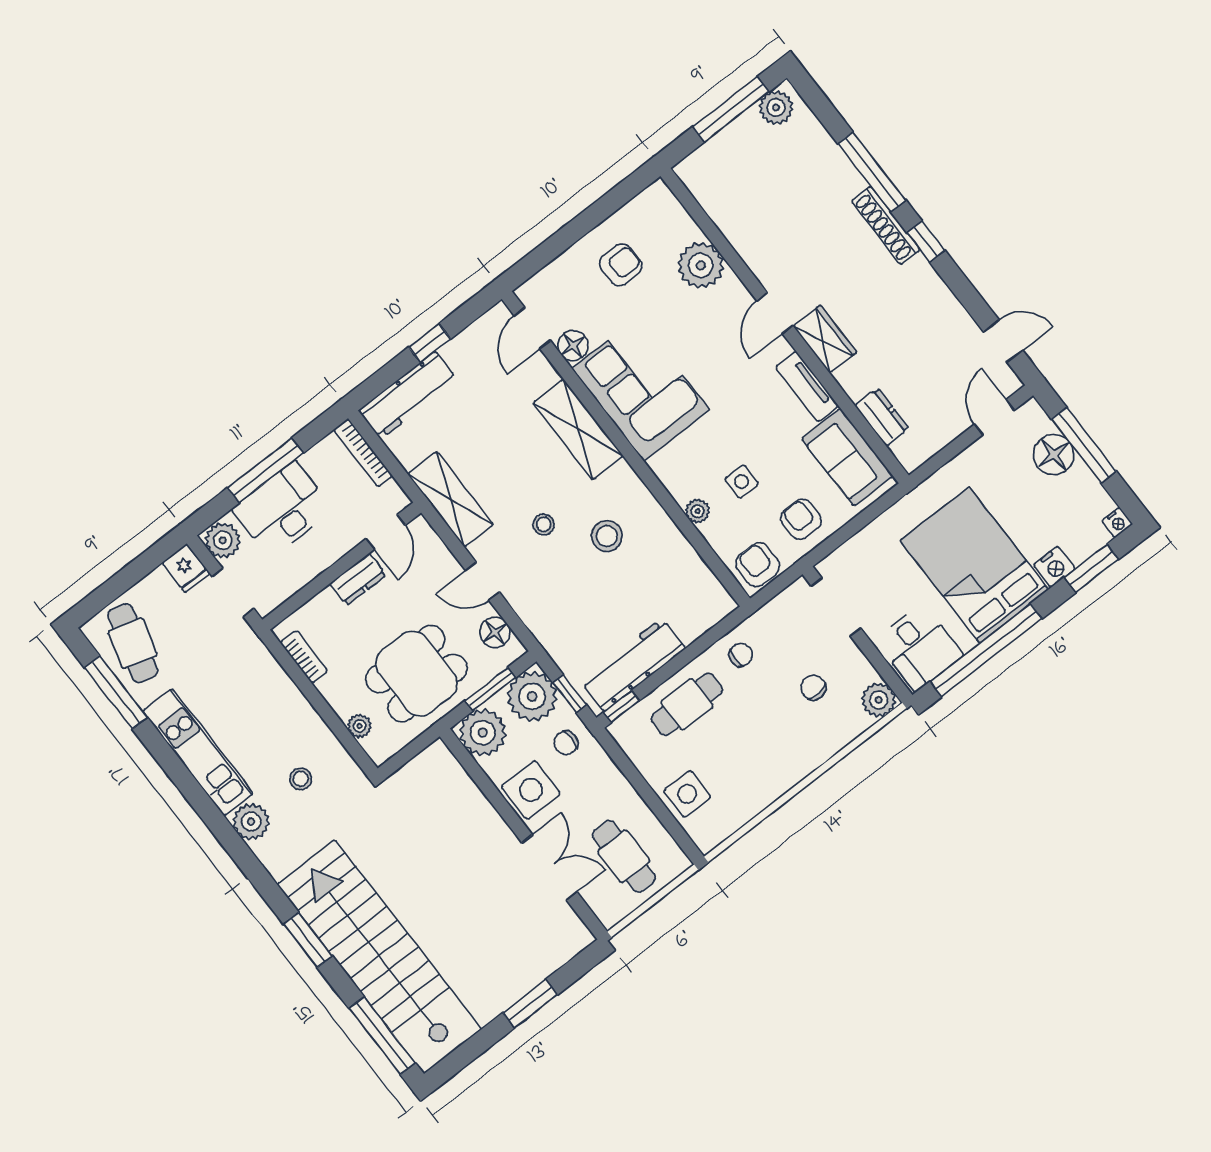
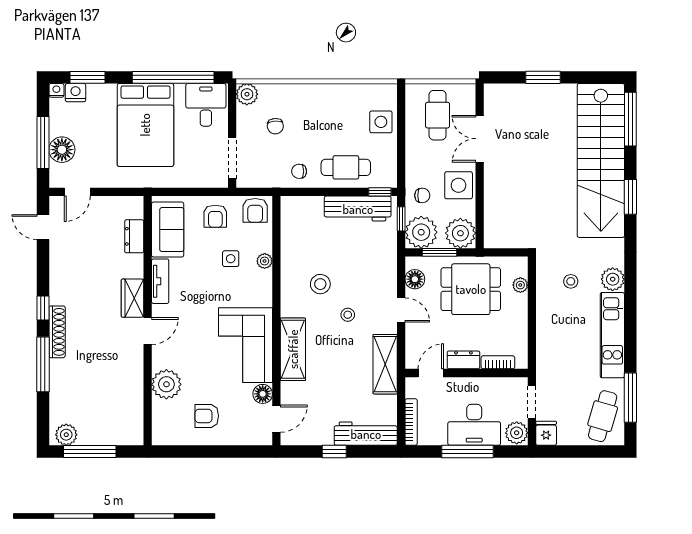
nightstand: (1054, 567) -> (76, 93), moved
bookcase: (304, 657) -> (498, 362), moved, turned 90

